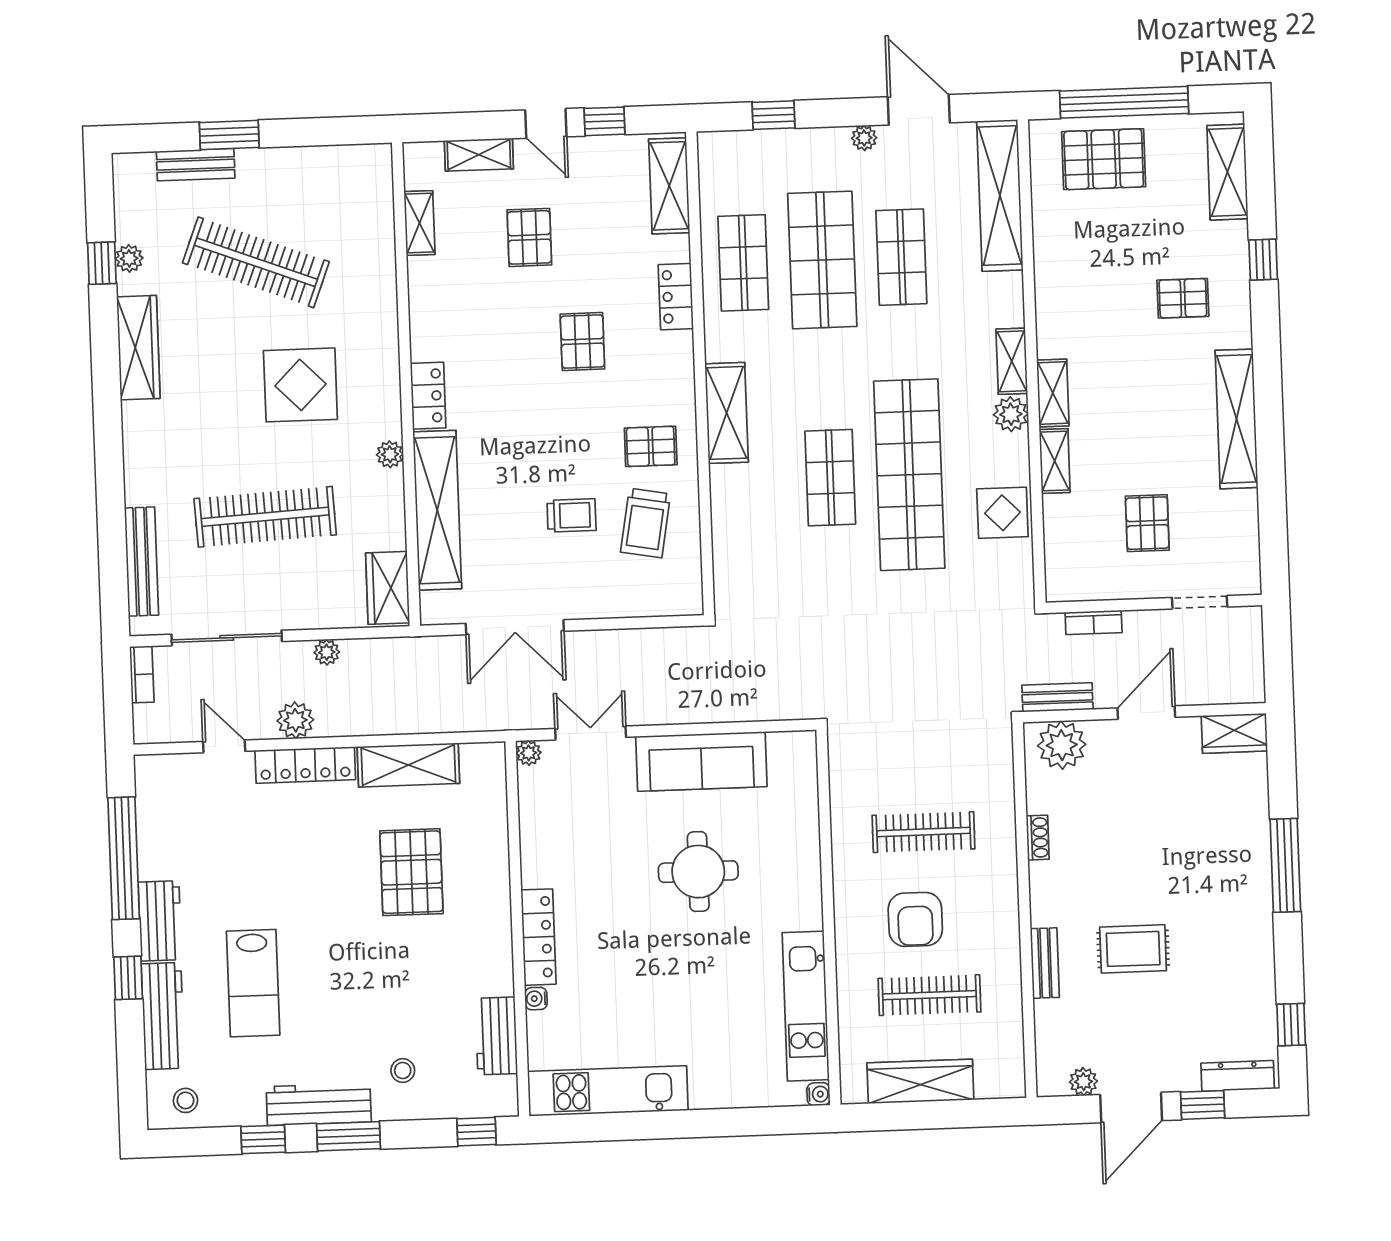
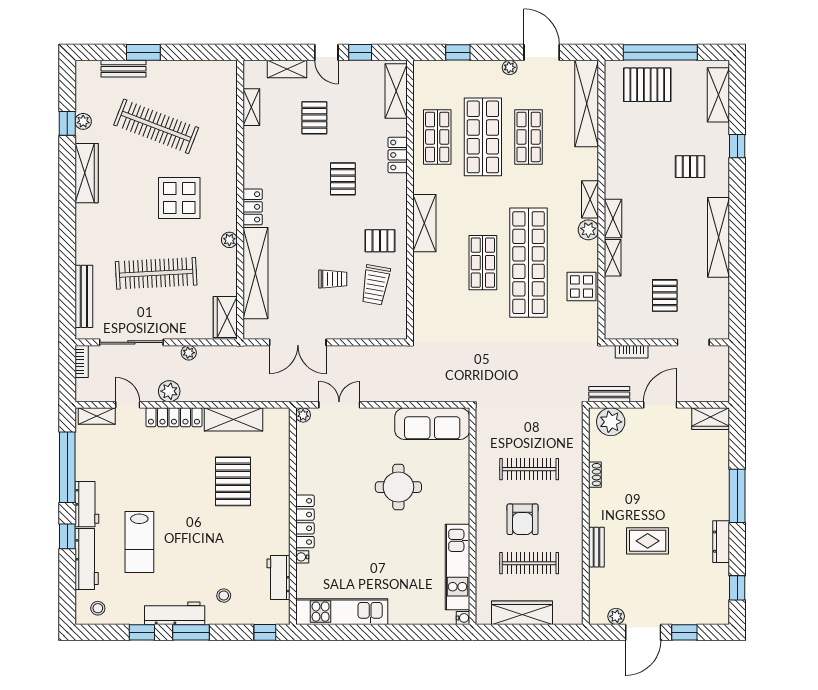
sofa: (701, 761) -> (432, 424), moved
shelving: (171, 768) -> (97, 416), added
dresser: (1238, 1076) -> (721, 542), moved, turned -90

